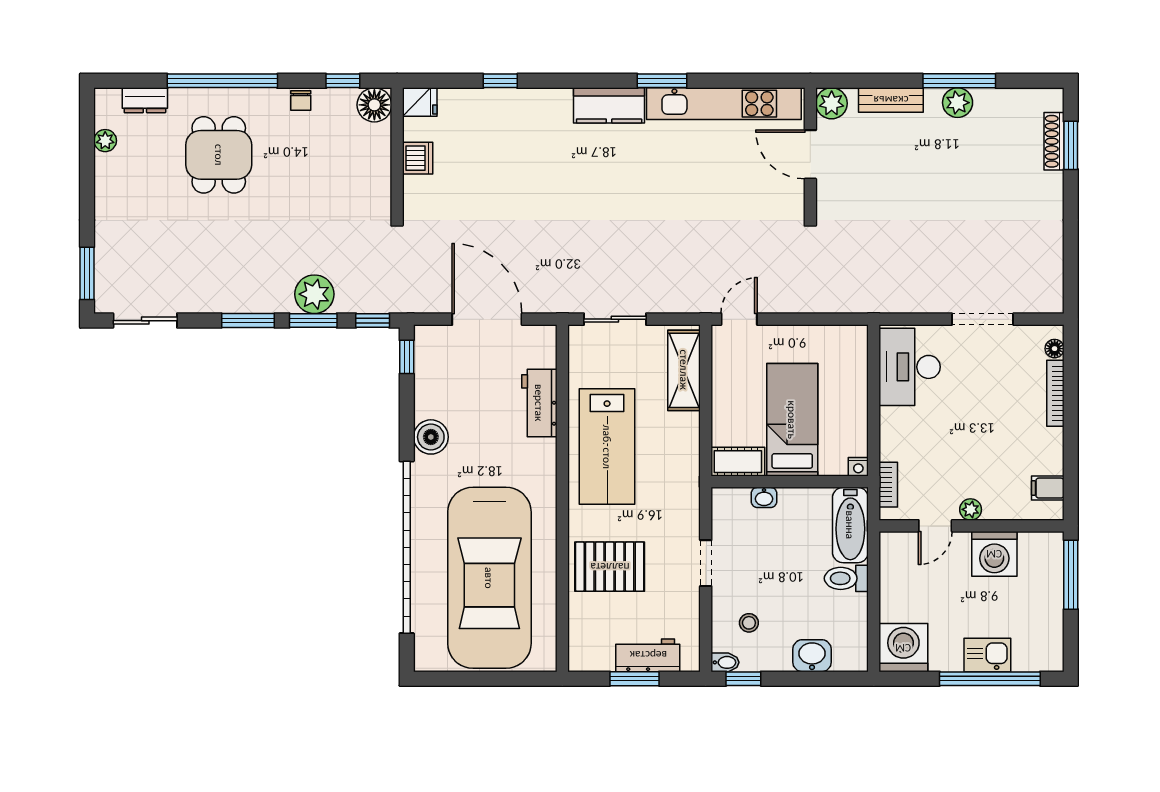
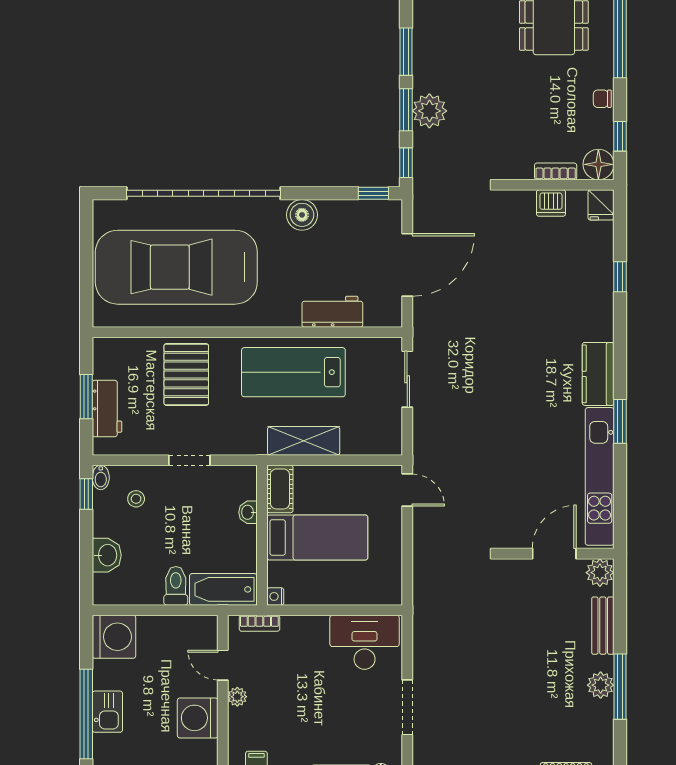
bookcase: (382, 153) -> (556, 171), added
shelving: (684, 370) -> (304, 441), moved

